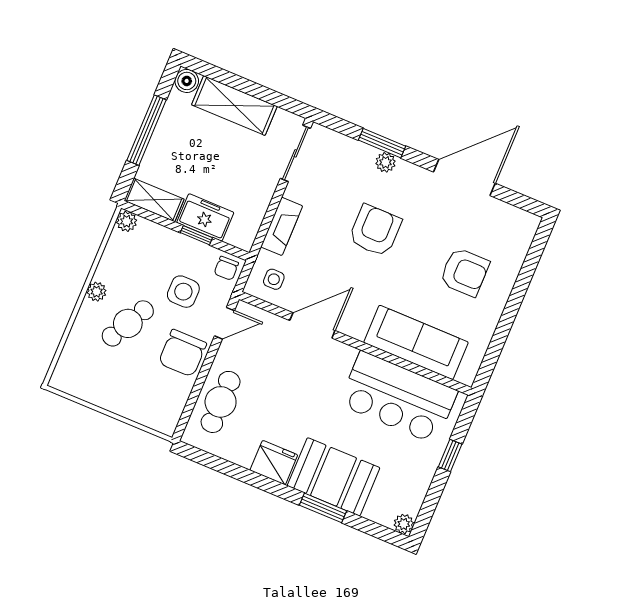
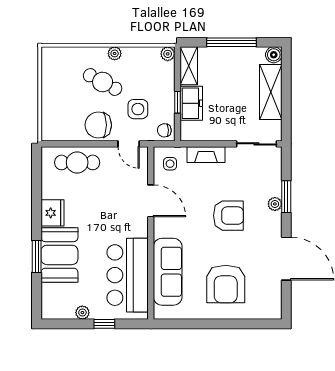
armchair: (465, 272) -> (226, 284), width x1.36, depth x1.36
plant: (404, 524) -> (82, 313), moved

